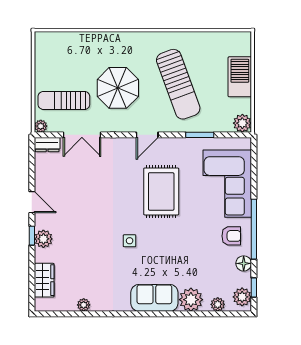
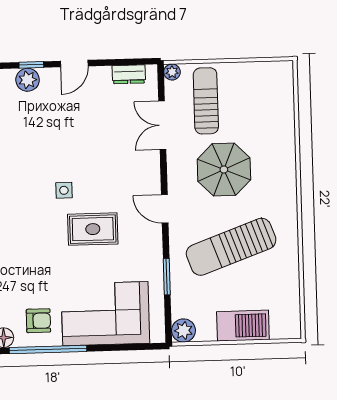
dresser: (47, 145) -> (129, 74), moved, turned -90
rug: (161, 191) -> (93, 229), width x0.73, depth x0.70
armchair: (231, 236) -> (38, 321), turned -90
side table: (130, 241) -> (64, 190), moved

